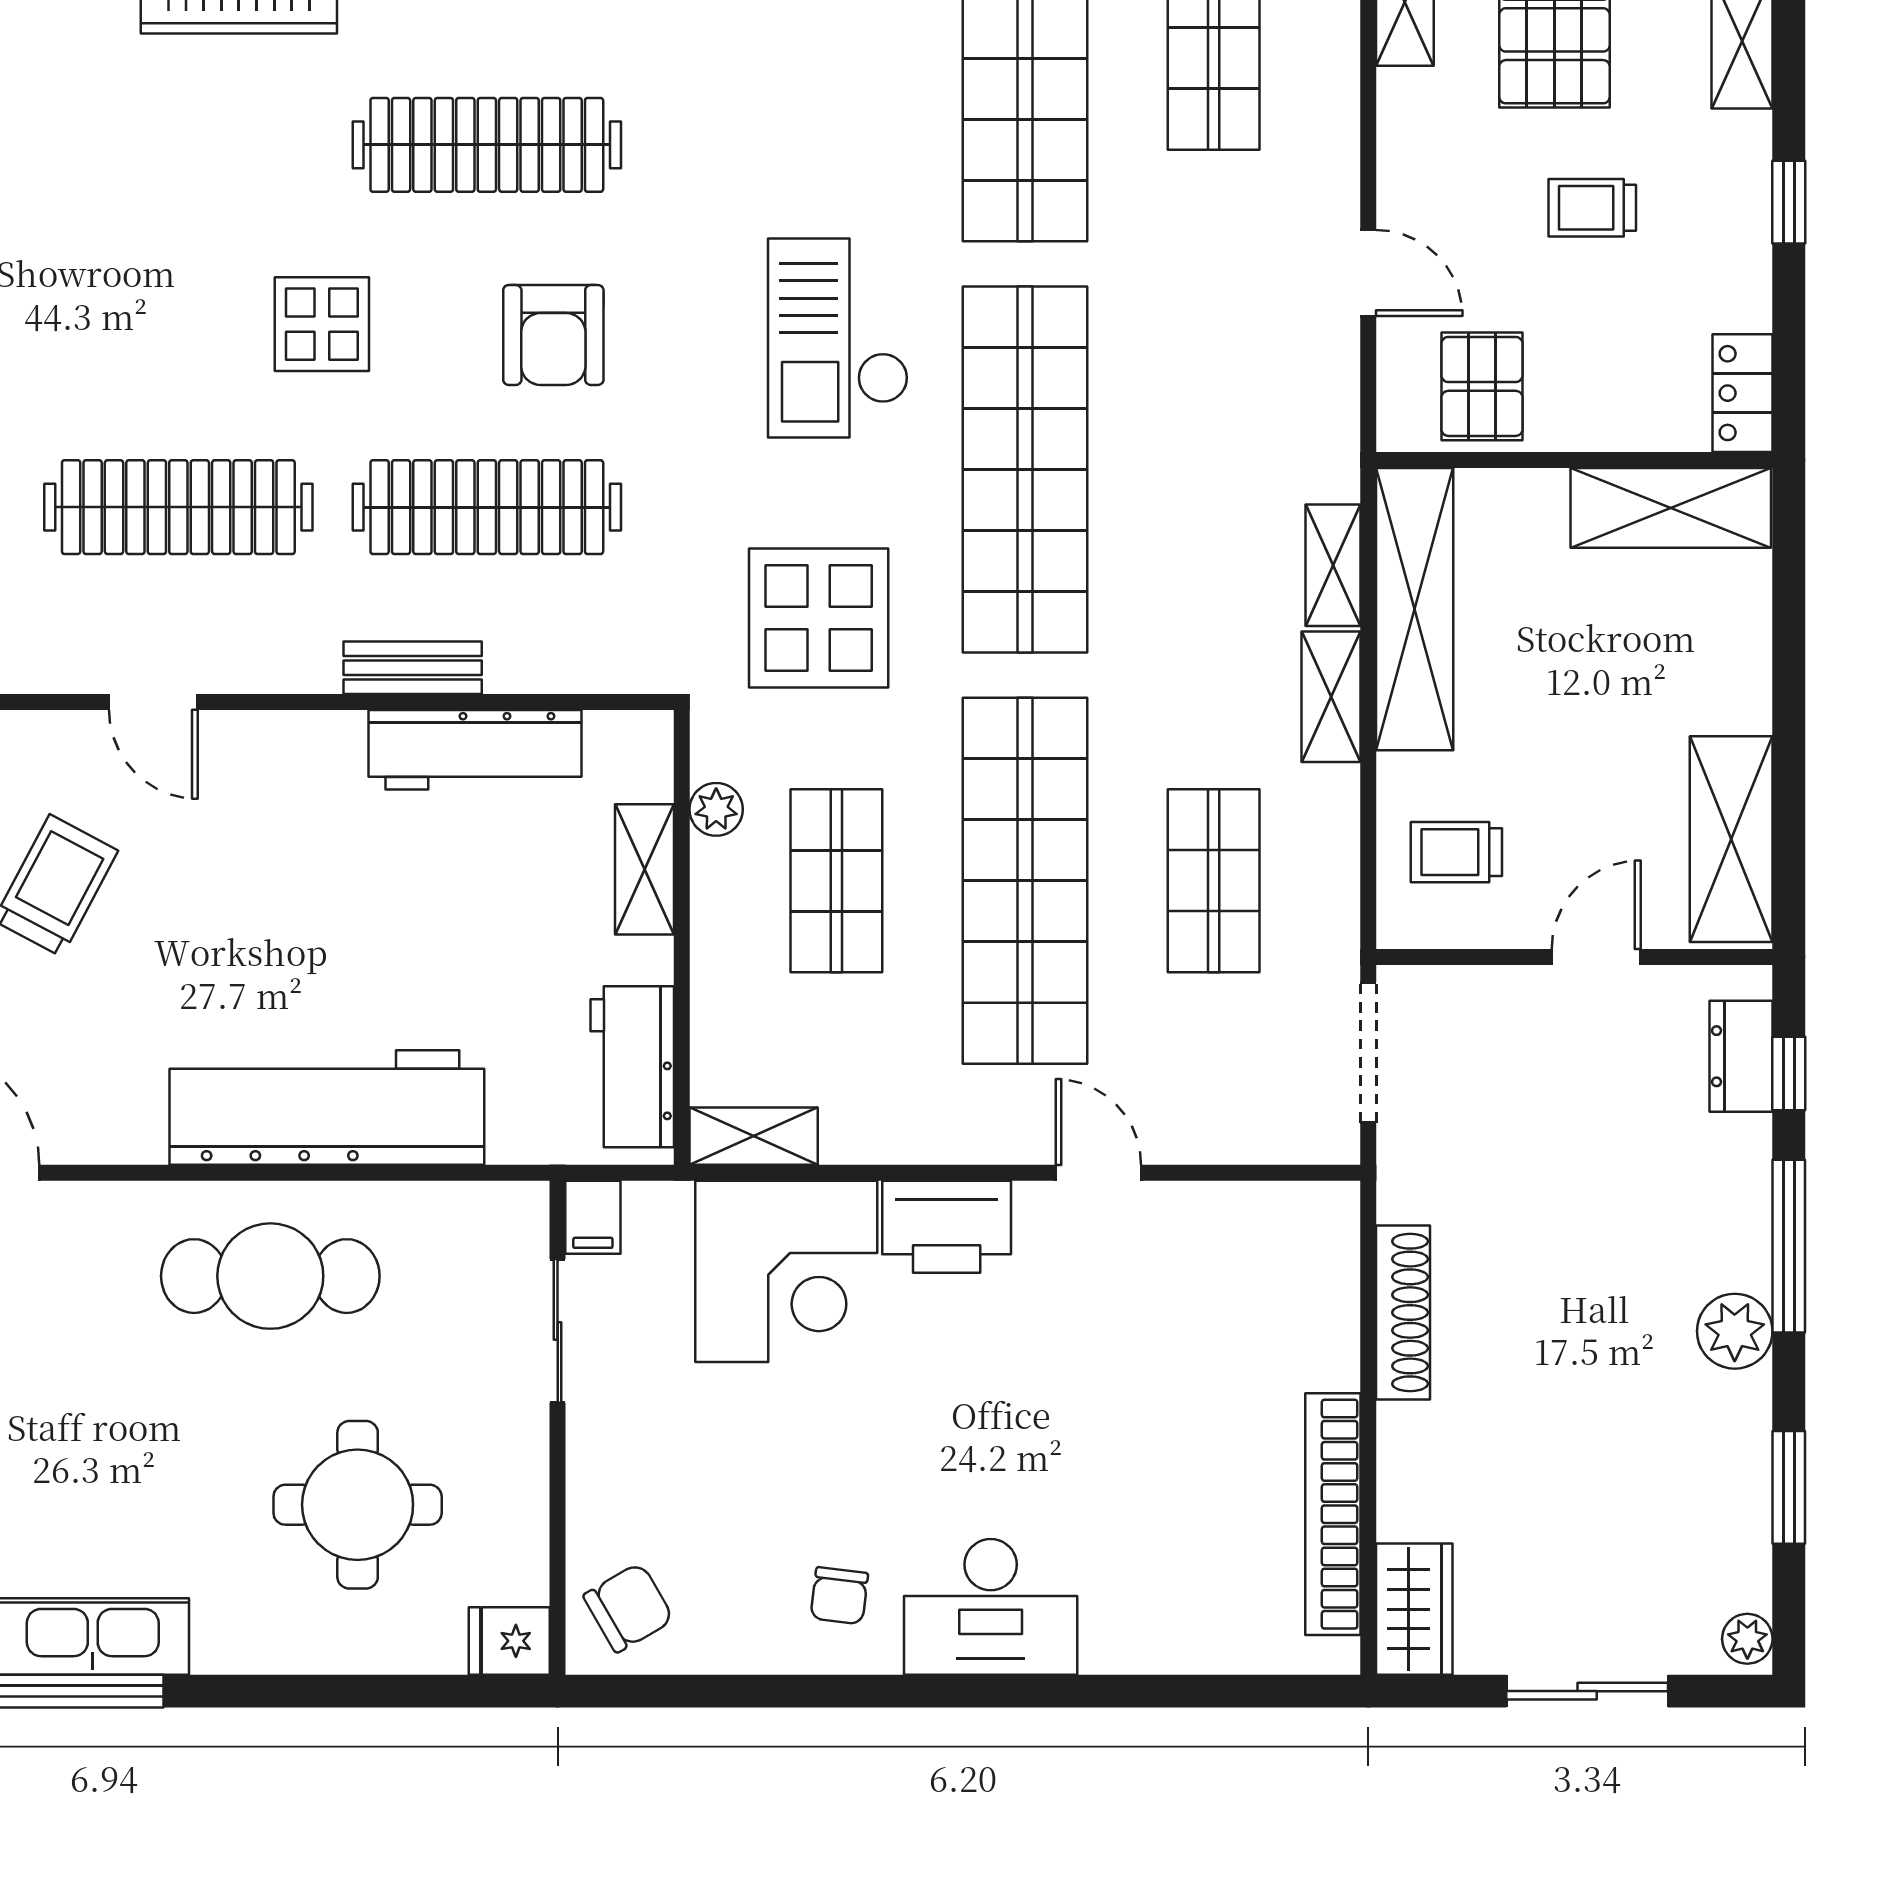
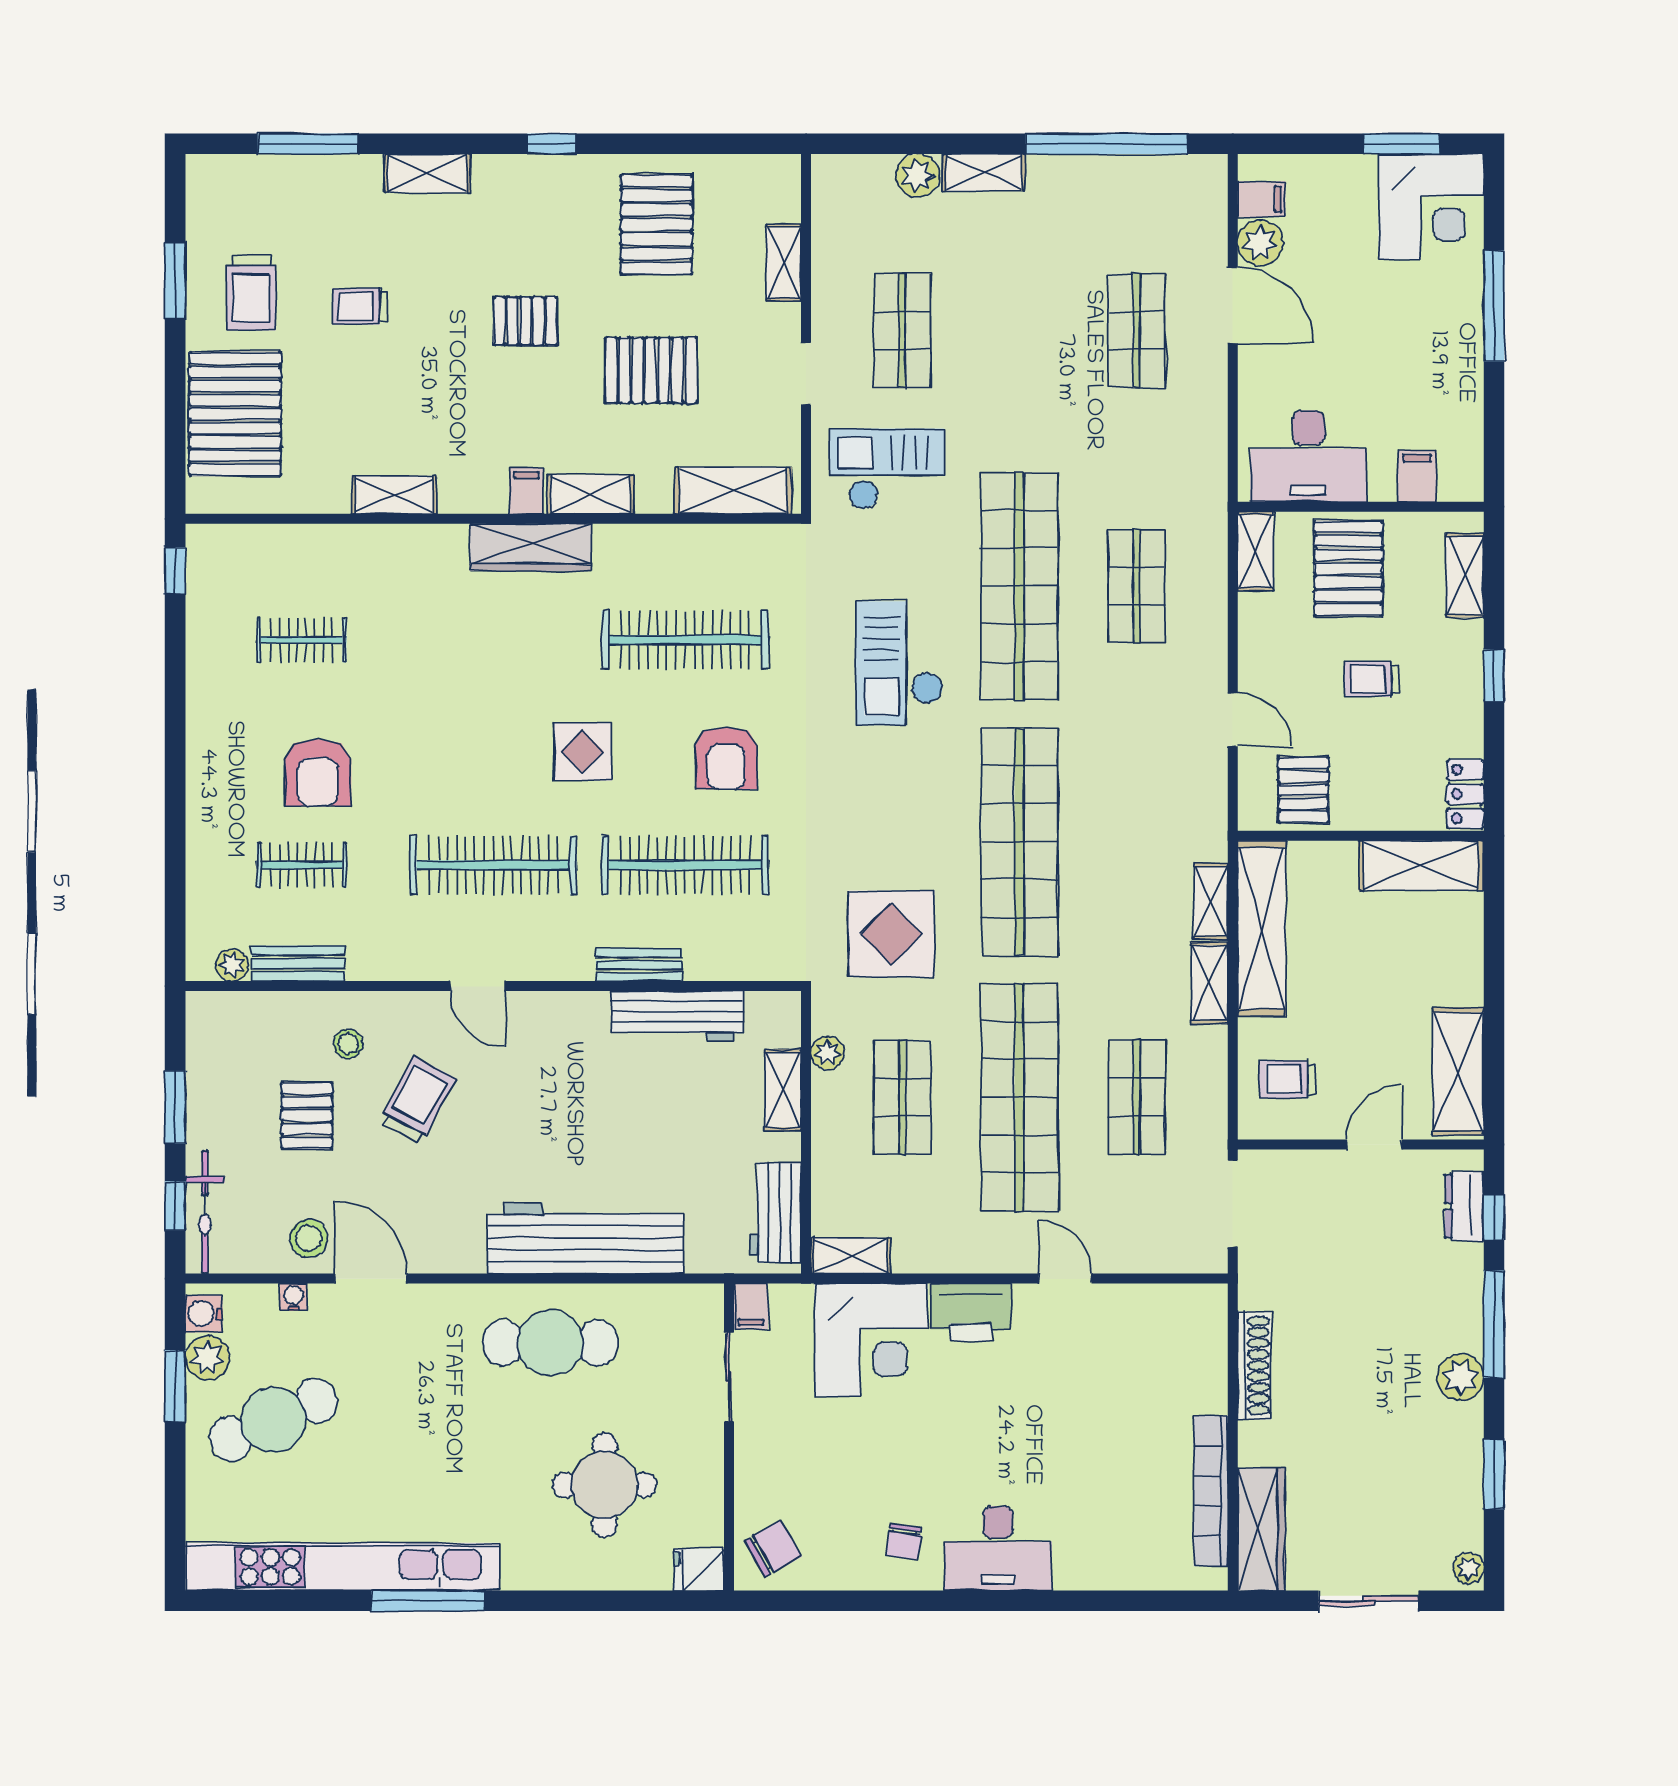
checkout: (838, 338) -> (899, 663), moved
wardrobe: (1414, 1609) -> (1261, 1529), width x1.50

